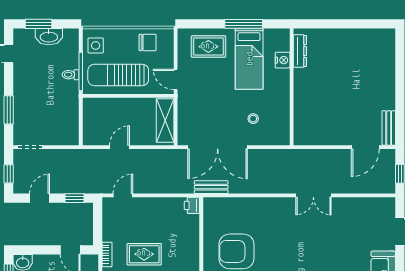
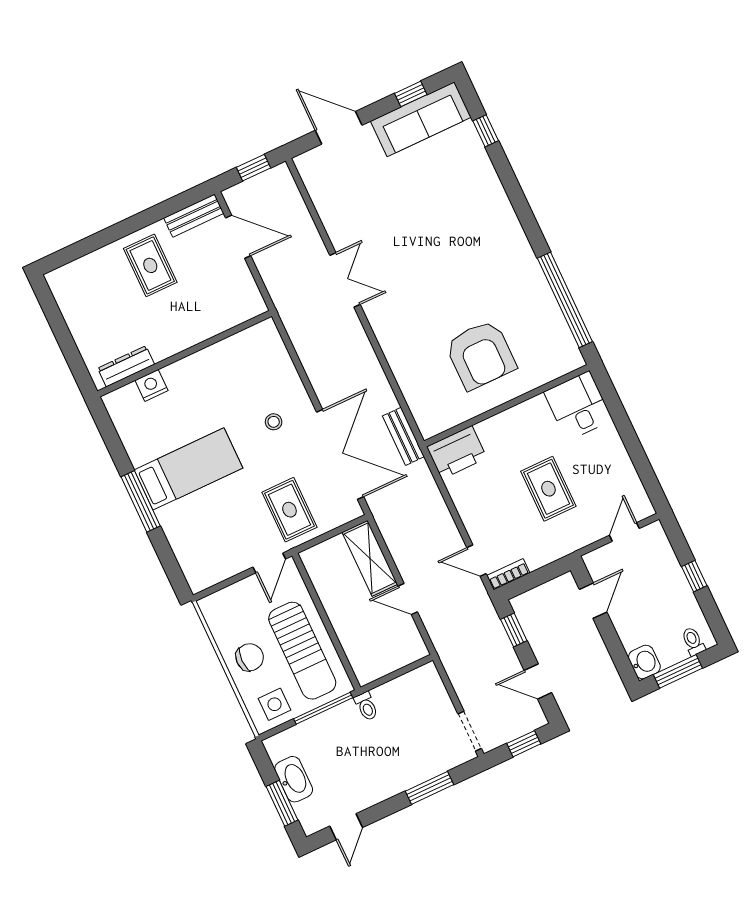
chair: (147, 42) -> (250, 657), moved, turned 90
rug: (208, 47) -> (289, 510), moved
dresser: (300, 51) -> (126, 366), moved
nightstand: (283, 60) -> (151, 385), moved
toilet: (71, 75) -> (366, 706), moved
wall: (292, 87) -> (185, 354), moved
rug: (372, 91) -> (150, 265), added
shelving: (165, 121) -> (370, 558), moved, turned 90
printer: (192, 205) -> (457, 452), width x1.87, depth x1.48
bookcase: (107, 254) -> (508, 574), moved

